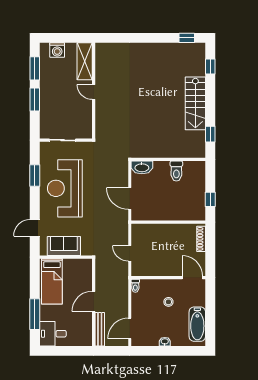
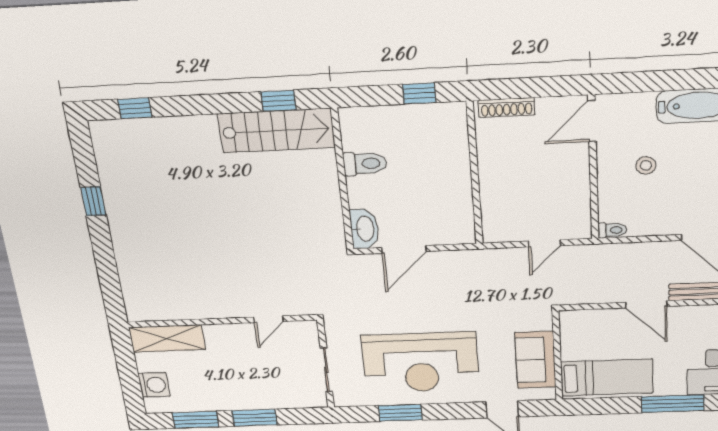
window: (187, 38) -> (93, 201), moved
door: (94, 92) -> (268, 319), moved
stairs: (195, 103) -> (277, 131), moved
door: (130, 199) -> (404, 249), moved

